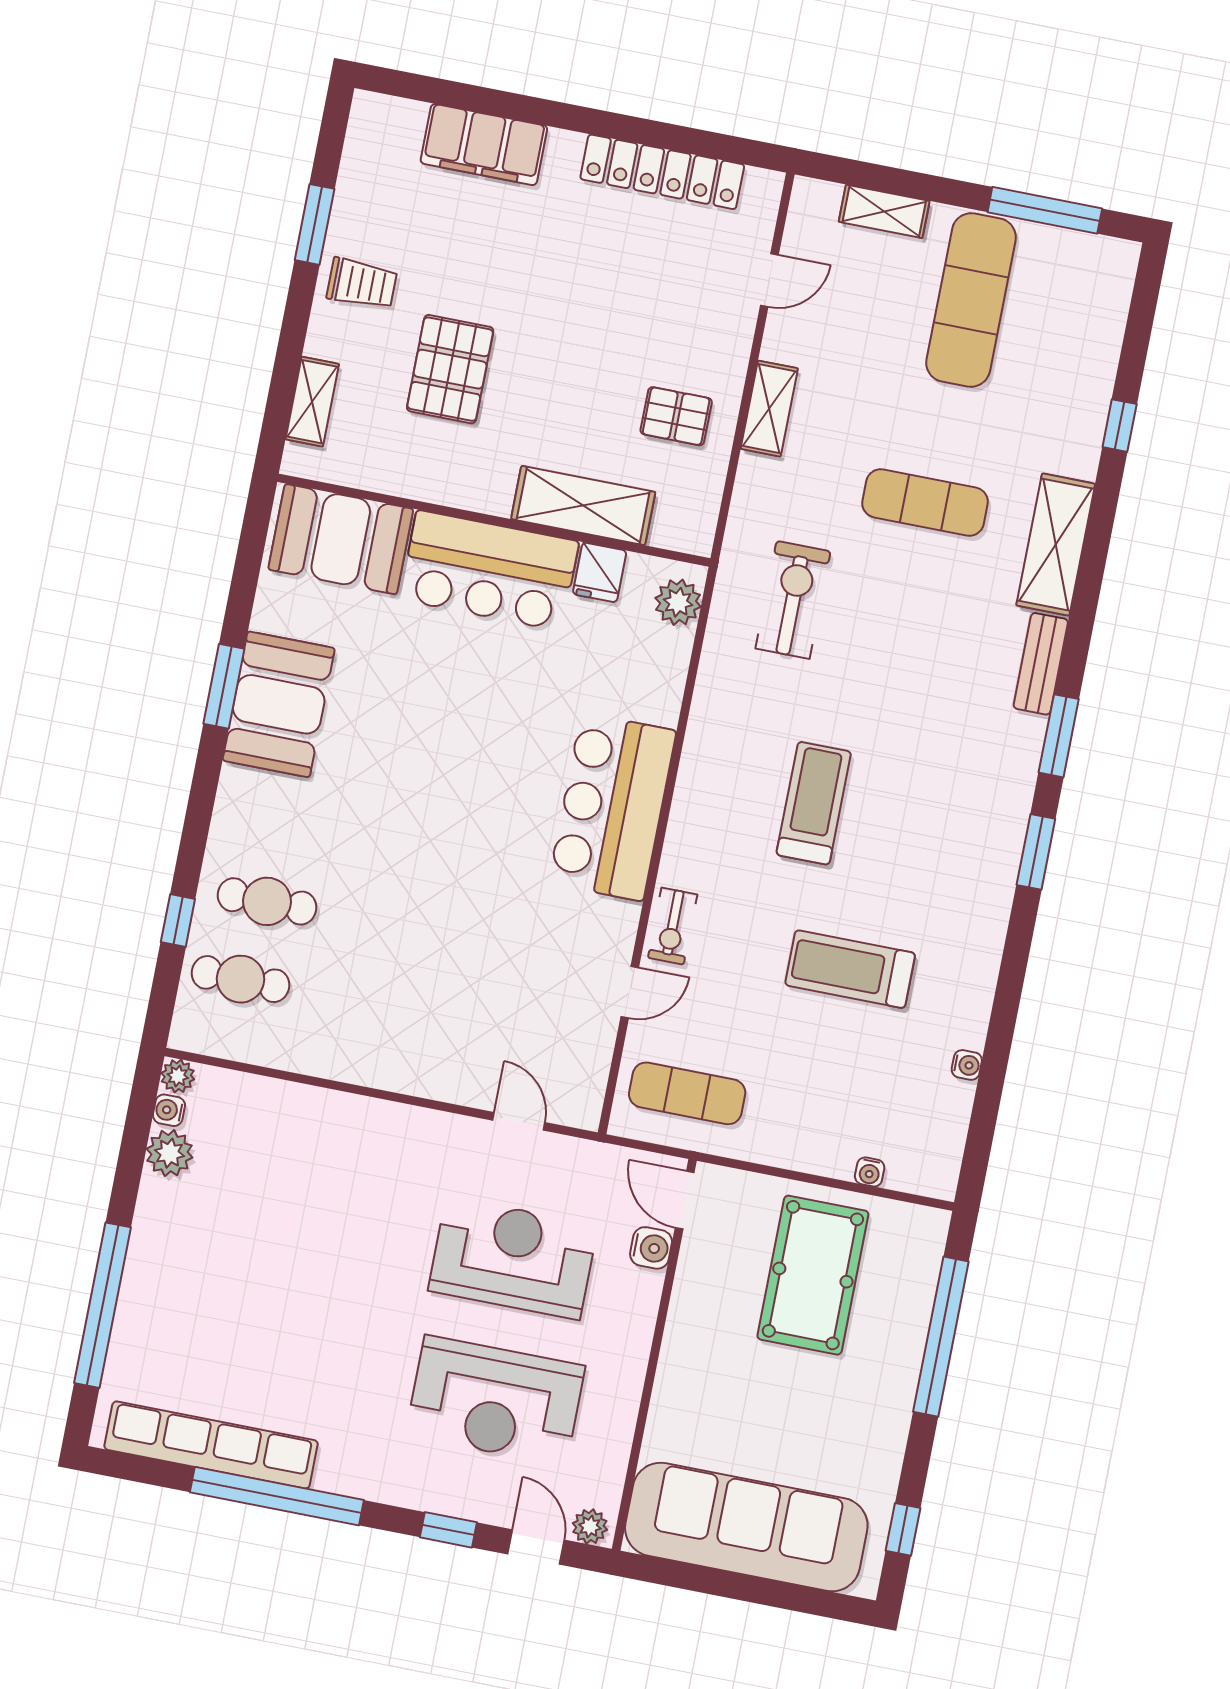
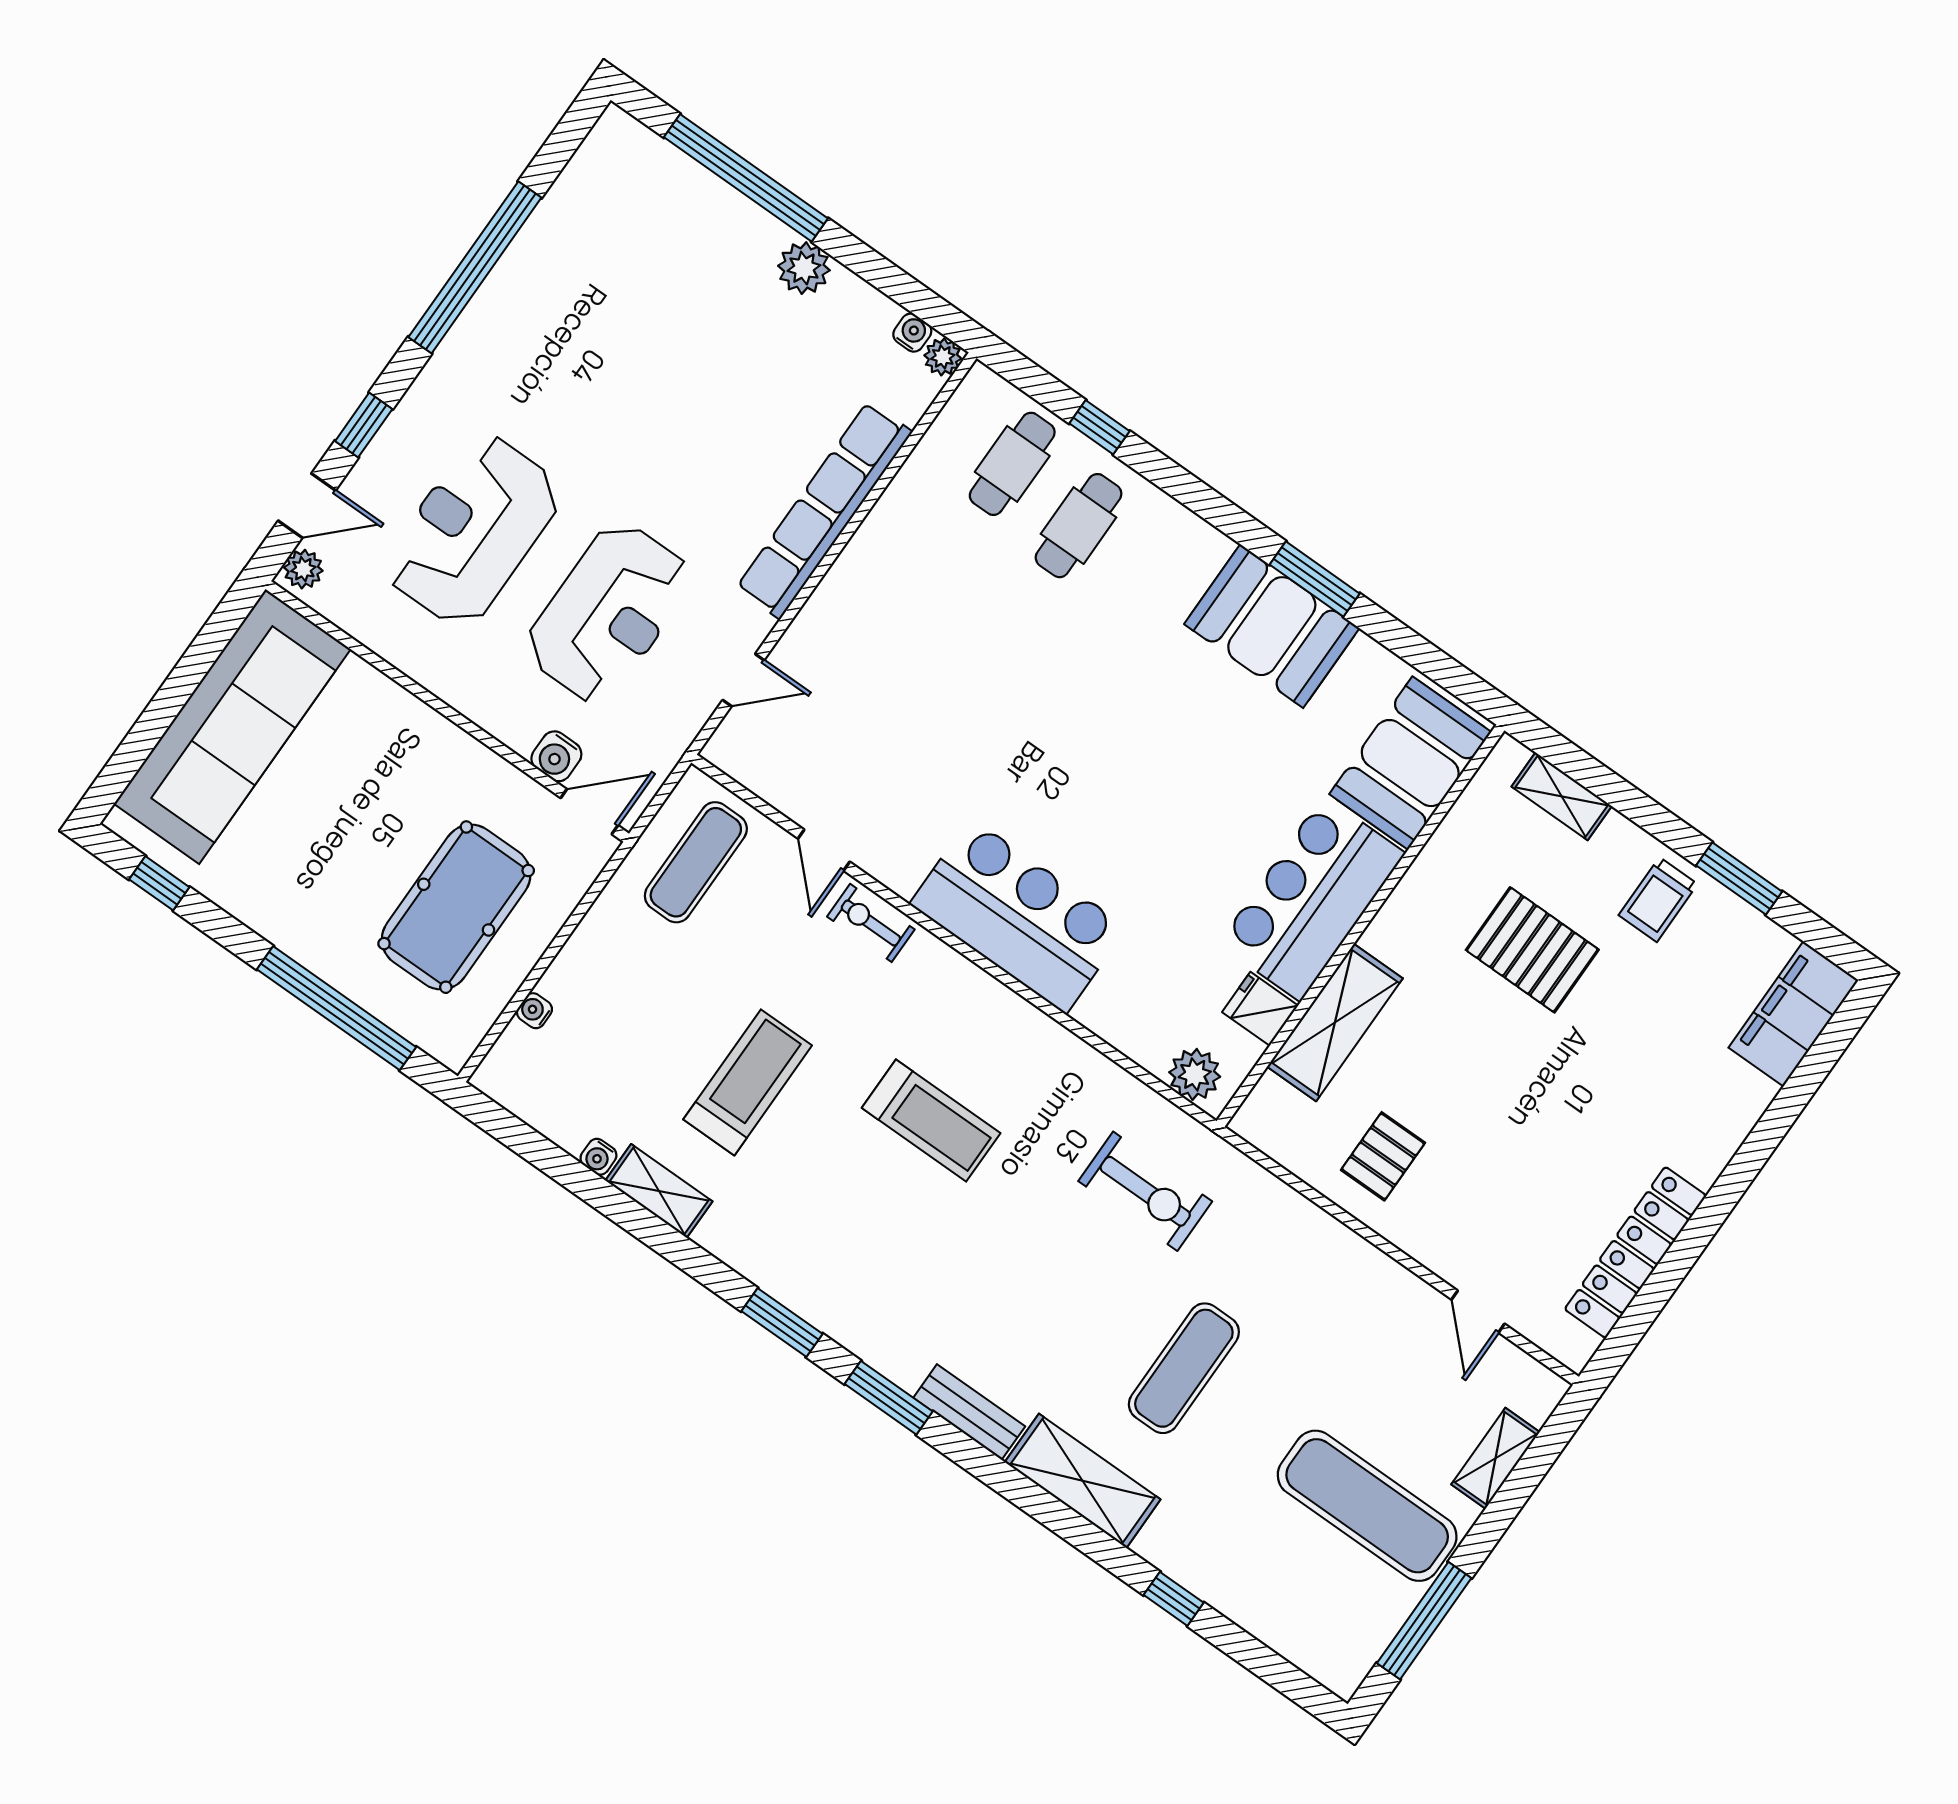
filing cabinet: (484, 145) -> (1793, 1014), moved
shelving: (769, 409) -> (659, 1191), moved
plant: (170, 1153) -> (804, 268), moved
pool table: (813, 1275) -> (456, 907), turned 90
row of seats: (211, 1445) -> (824, 510), moved, turned 180

